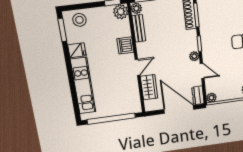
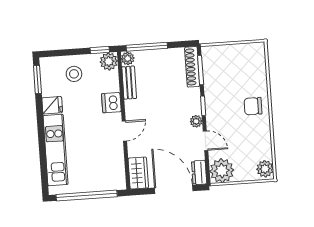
stool: (79, 20) -> (74, 74), moved
wardrobe: (149, 87) -> (138, 173), moved
plant: (211, 98) -> (222, 171), width x1.88, depth x1.88

